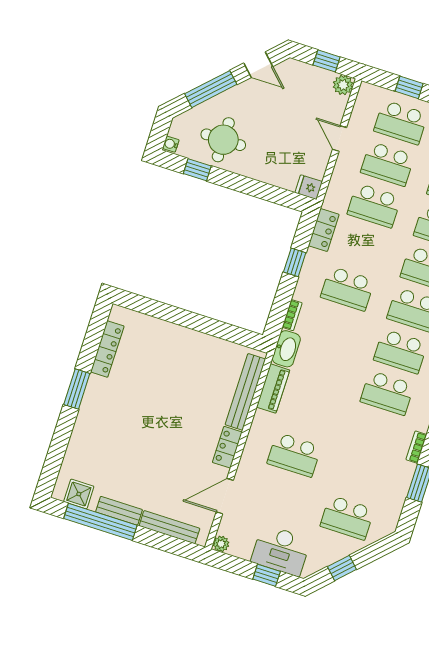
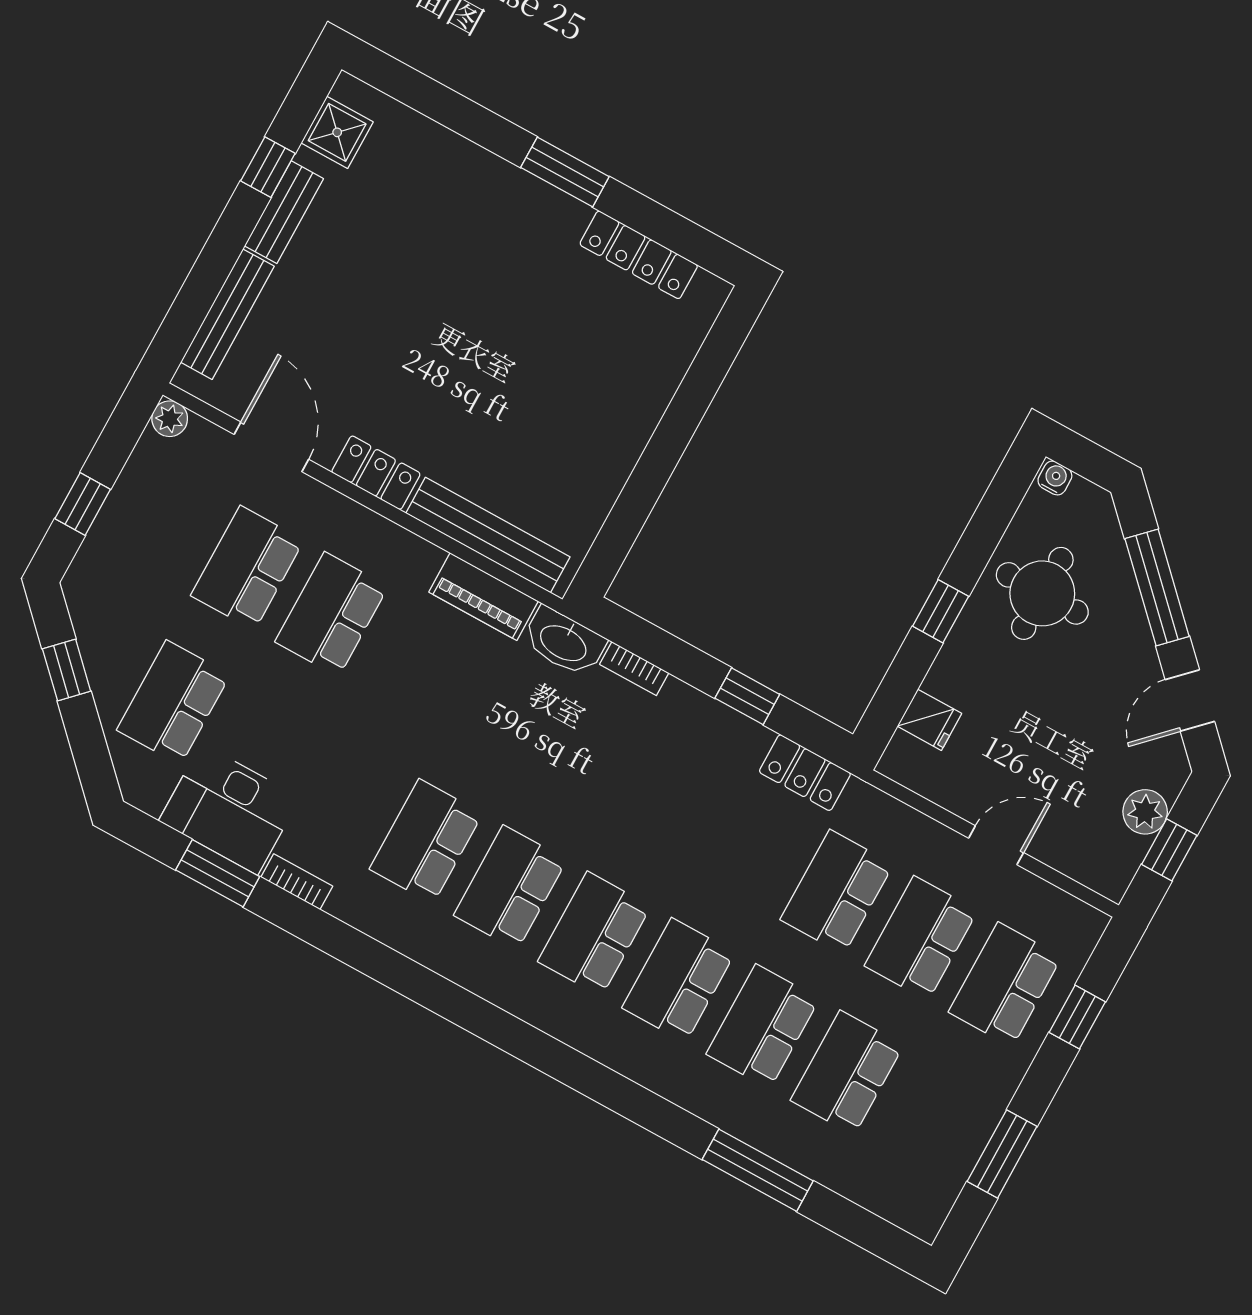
plant: (343, 85) -> (1145, 812), moved
window: (197, 170) -> (941, 611), moved
fridge: (309, 187) -> (929, 720), moved, turned 90
school desk: (347, 289) -> (247, 568), moved
window: (100, 522) -> (268, 167), width x0.32
desk: (281, 550) -> (229, 809), moved, turned -90

